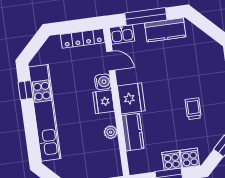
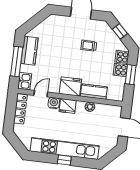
window: (26, 90) -> (64, 160), moved

